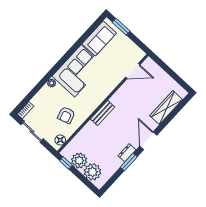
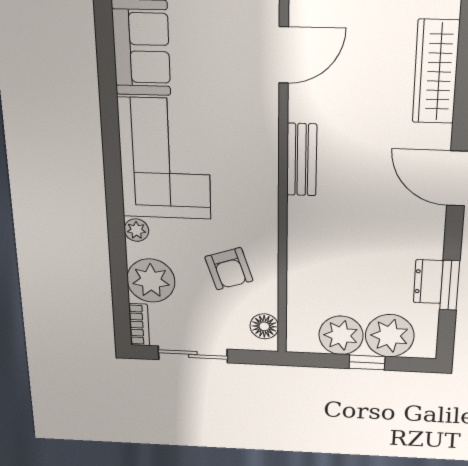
plant: (42, 100) -> (151, 281), added
bench: (103, 113) -> (302, 160), moved
dresser: (127, 153) -> (428, 282), moved
window: (129, 162) -> (450, 285), moved
window: (66, 163) -> (367, 362), moved

